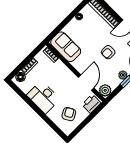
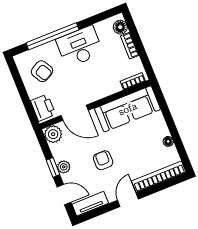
sofa: (66, 47) -> (128, 109), width x1.36
window: (44, 117) -> (52, 36), added

